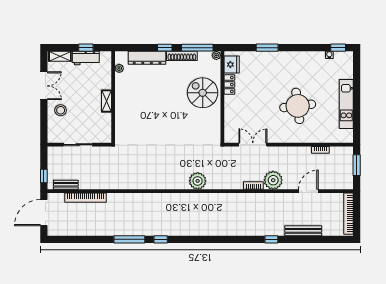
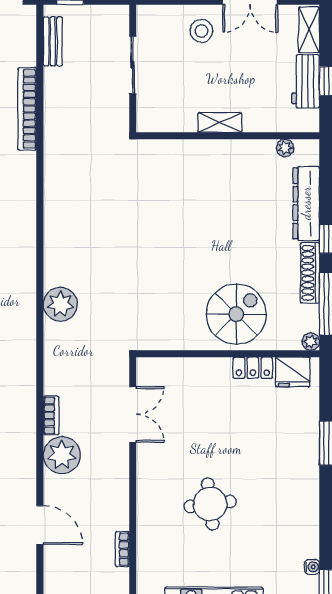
round table: (298, 106) -> (210, 504), width x0.73, depth x0.73
bookcase: (86, 198) -> (27, 109), moved

